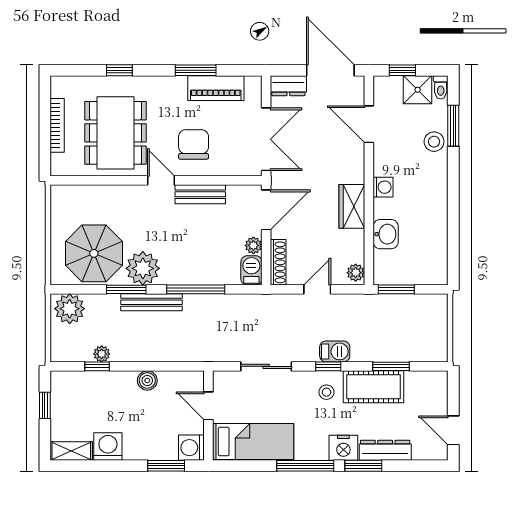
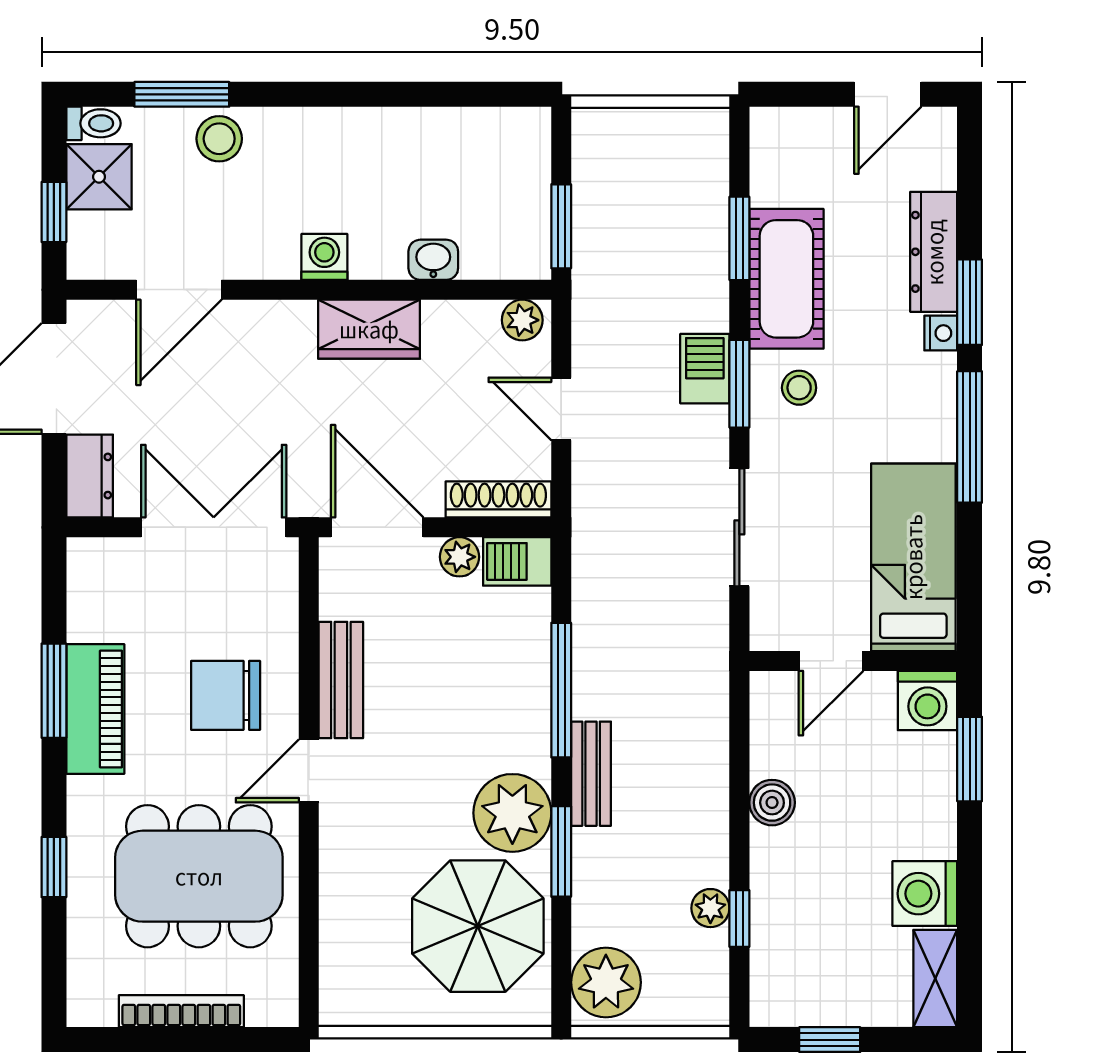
piano: (216, 88) -> (95, 709), moved
washbasin: (386, 234) -> (433, 260), width x0.72, depth x0.69
bench: (152, 302) -> (591, 774), width x0.73
window: (328, 366) -> (739, 384), width x1.50
nightstand: (343, 448) -> (941, 333), width x0.53, depth x0.56

